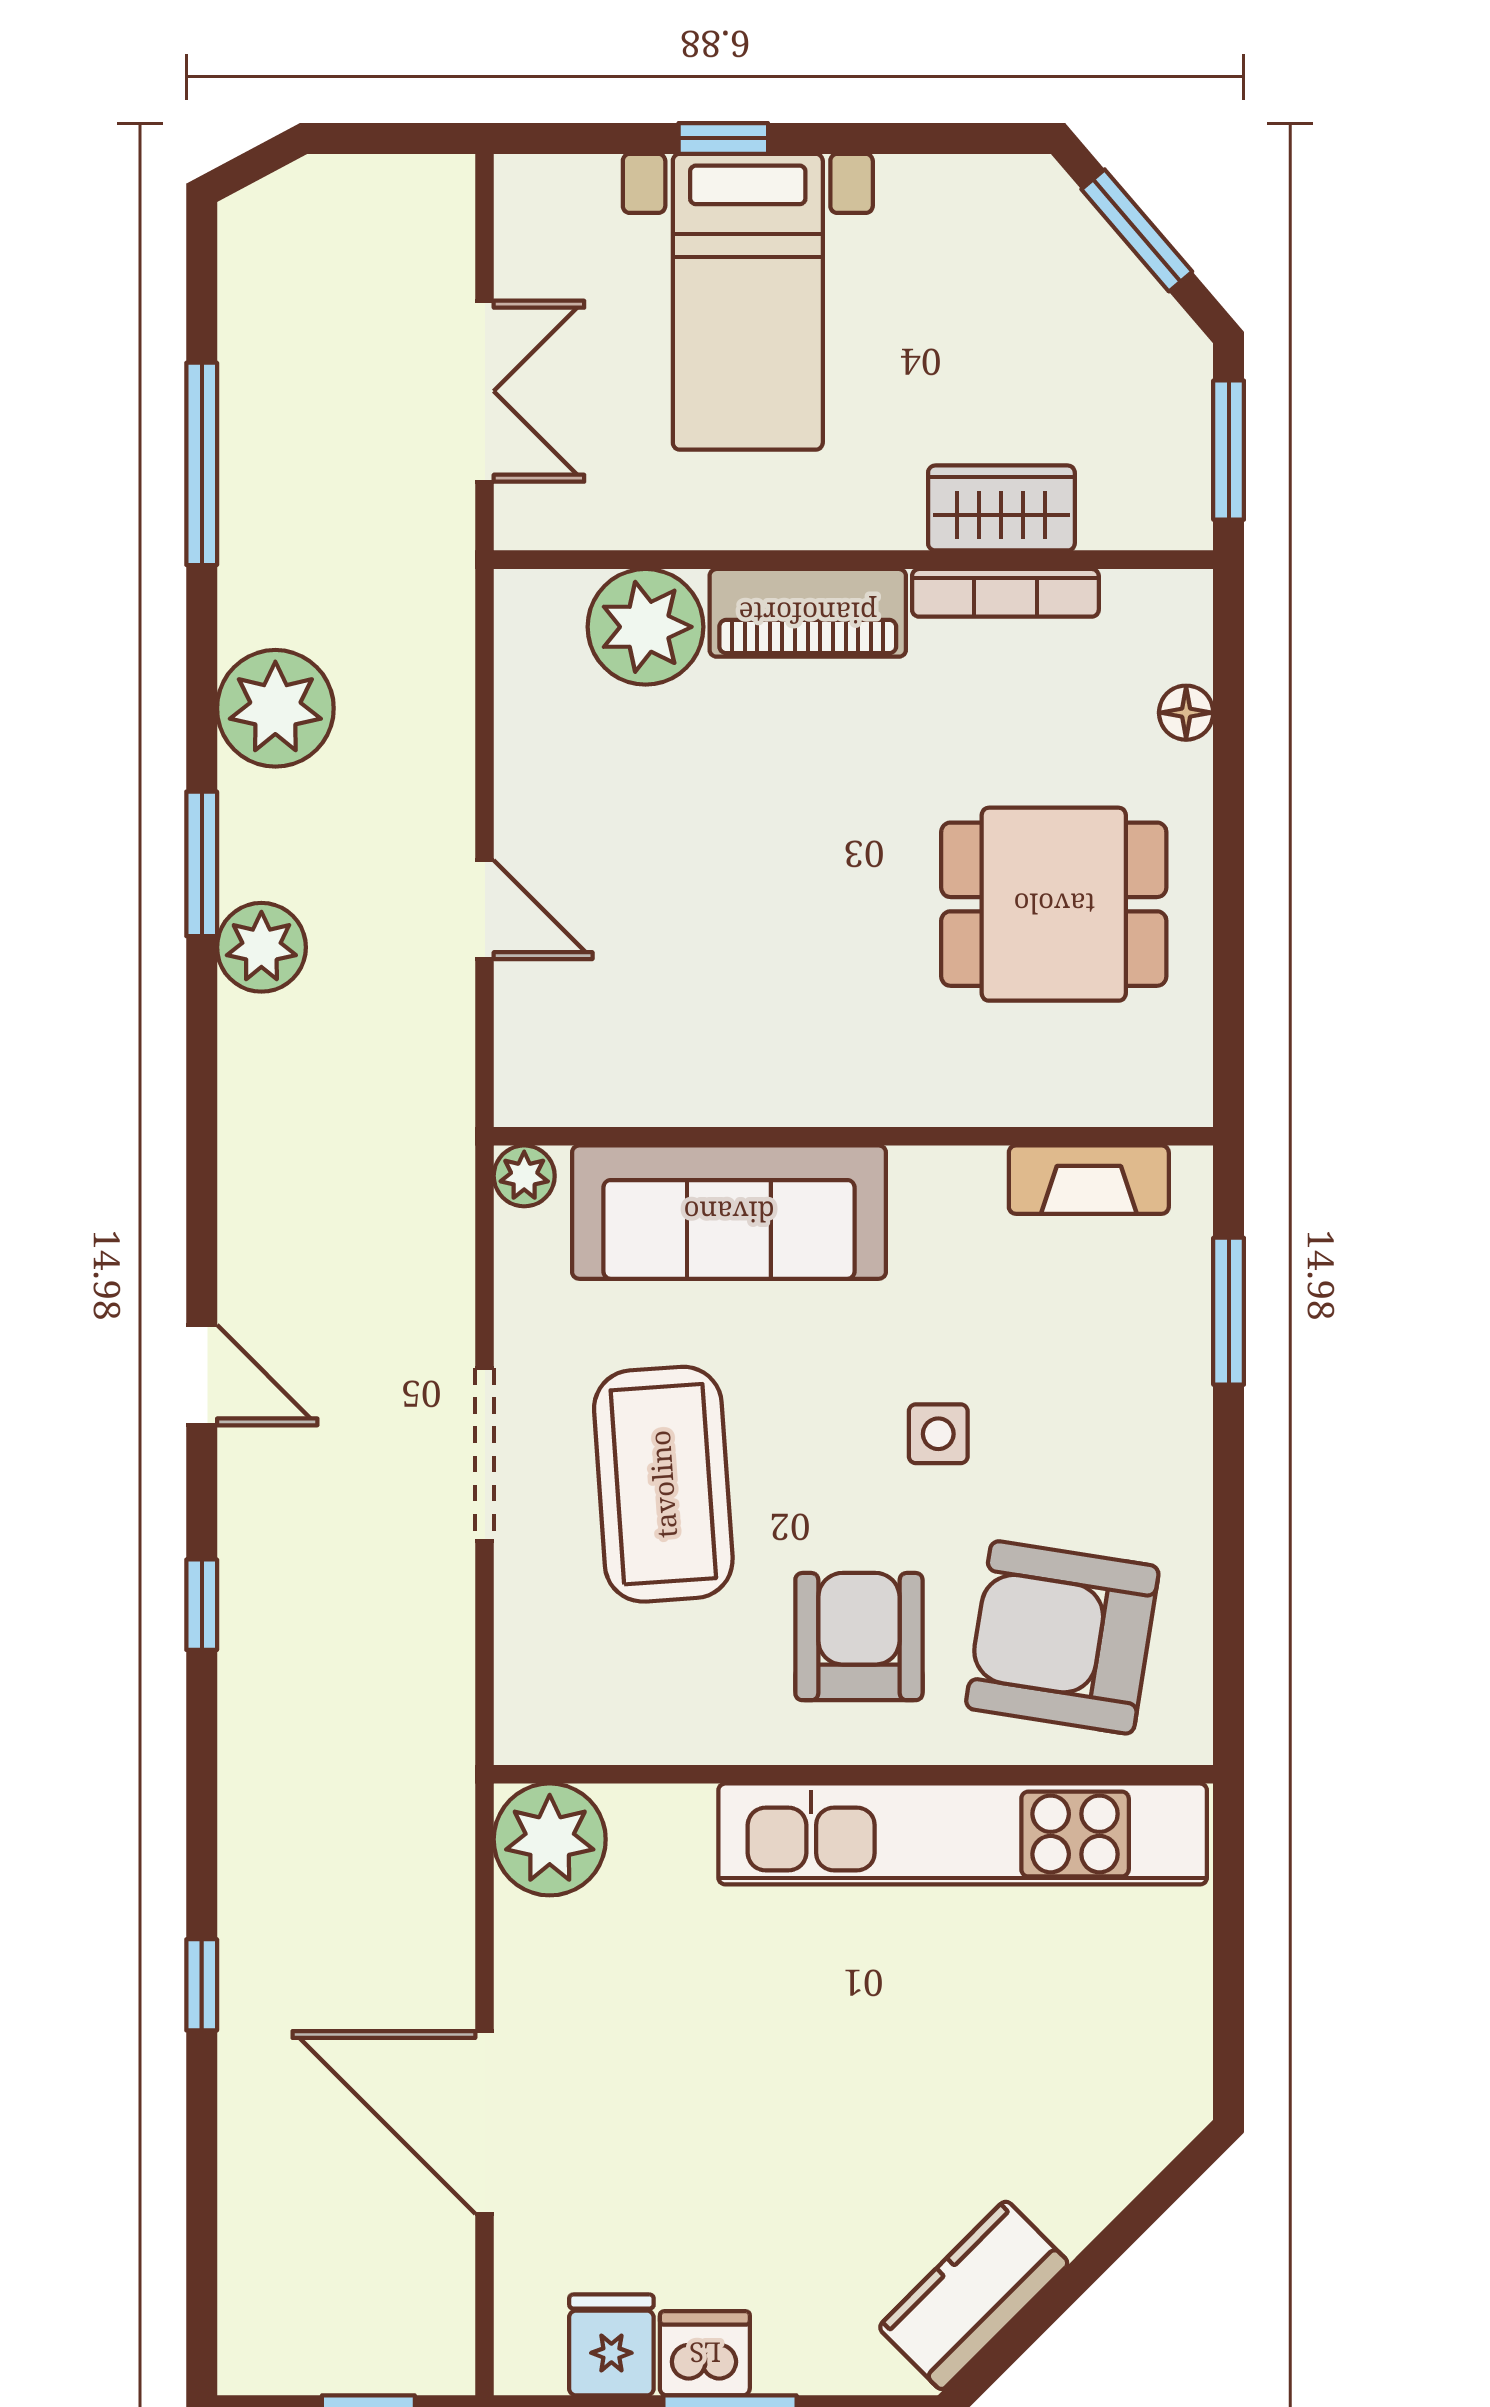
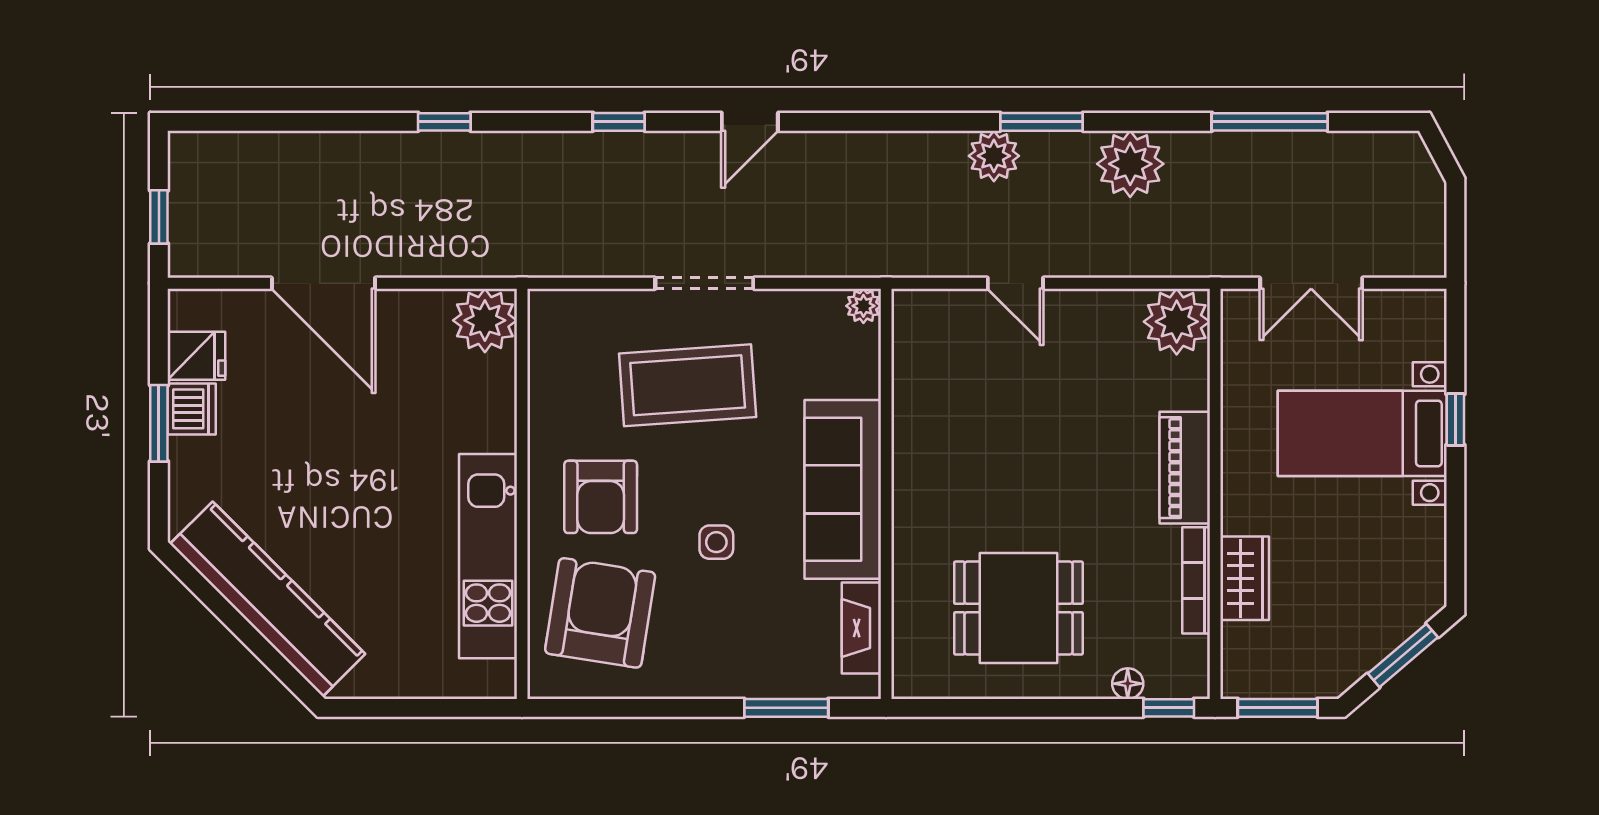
plant: (646, 627) -> (1177, 322), moved
window: (1229, 641) -> (1169, 708), added
dining table: (1054, 904) -> (1018, 608), turned 90
door: (485, 910) -> (1015, 283), hinge flipped
sofa: (729, 1212) -> (843, 489), moved
armchair: (859, 1637) -> (601, 497), turned 90
kitchen unit: (963, 1834) -> (488, 556), width x0.73
window: (202, 1985) -> (444, 122), moved
door: (485, 2122) -> (323, 283), swing flipped
kitchen counter: (974, 2295) -> (268, 599), width x2.08, depth x1.17

